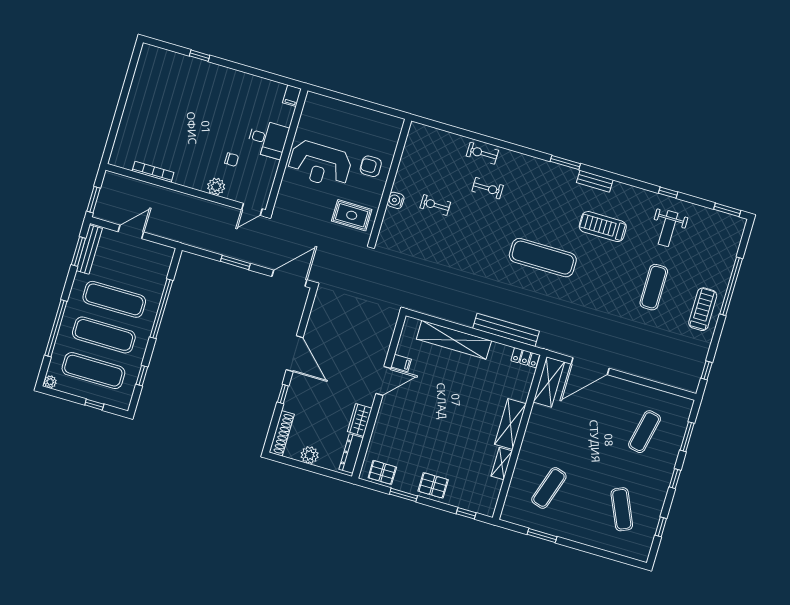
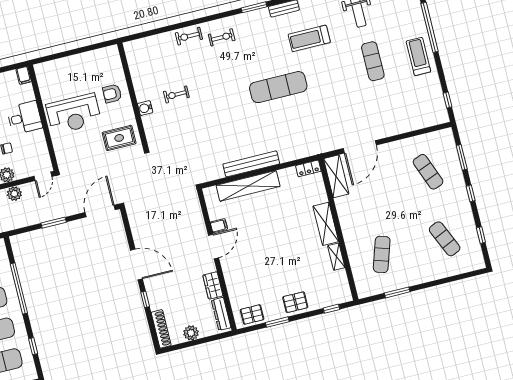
exercise bike: (488, 188) -> (222, 37), moved
plant: (213, 210) -> (14, 194), added
bench: (506, 330) -> (251, 164), moved
exercise mat: (645, 432) -> (428, 172), turned -33

